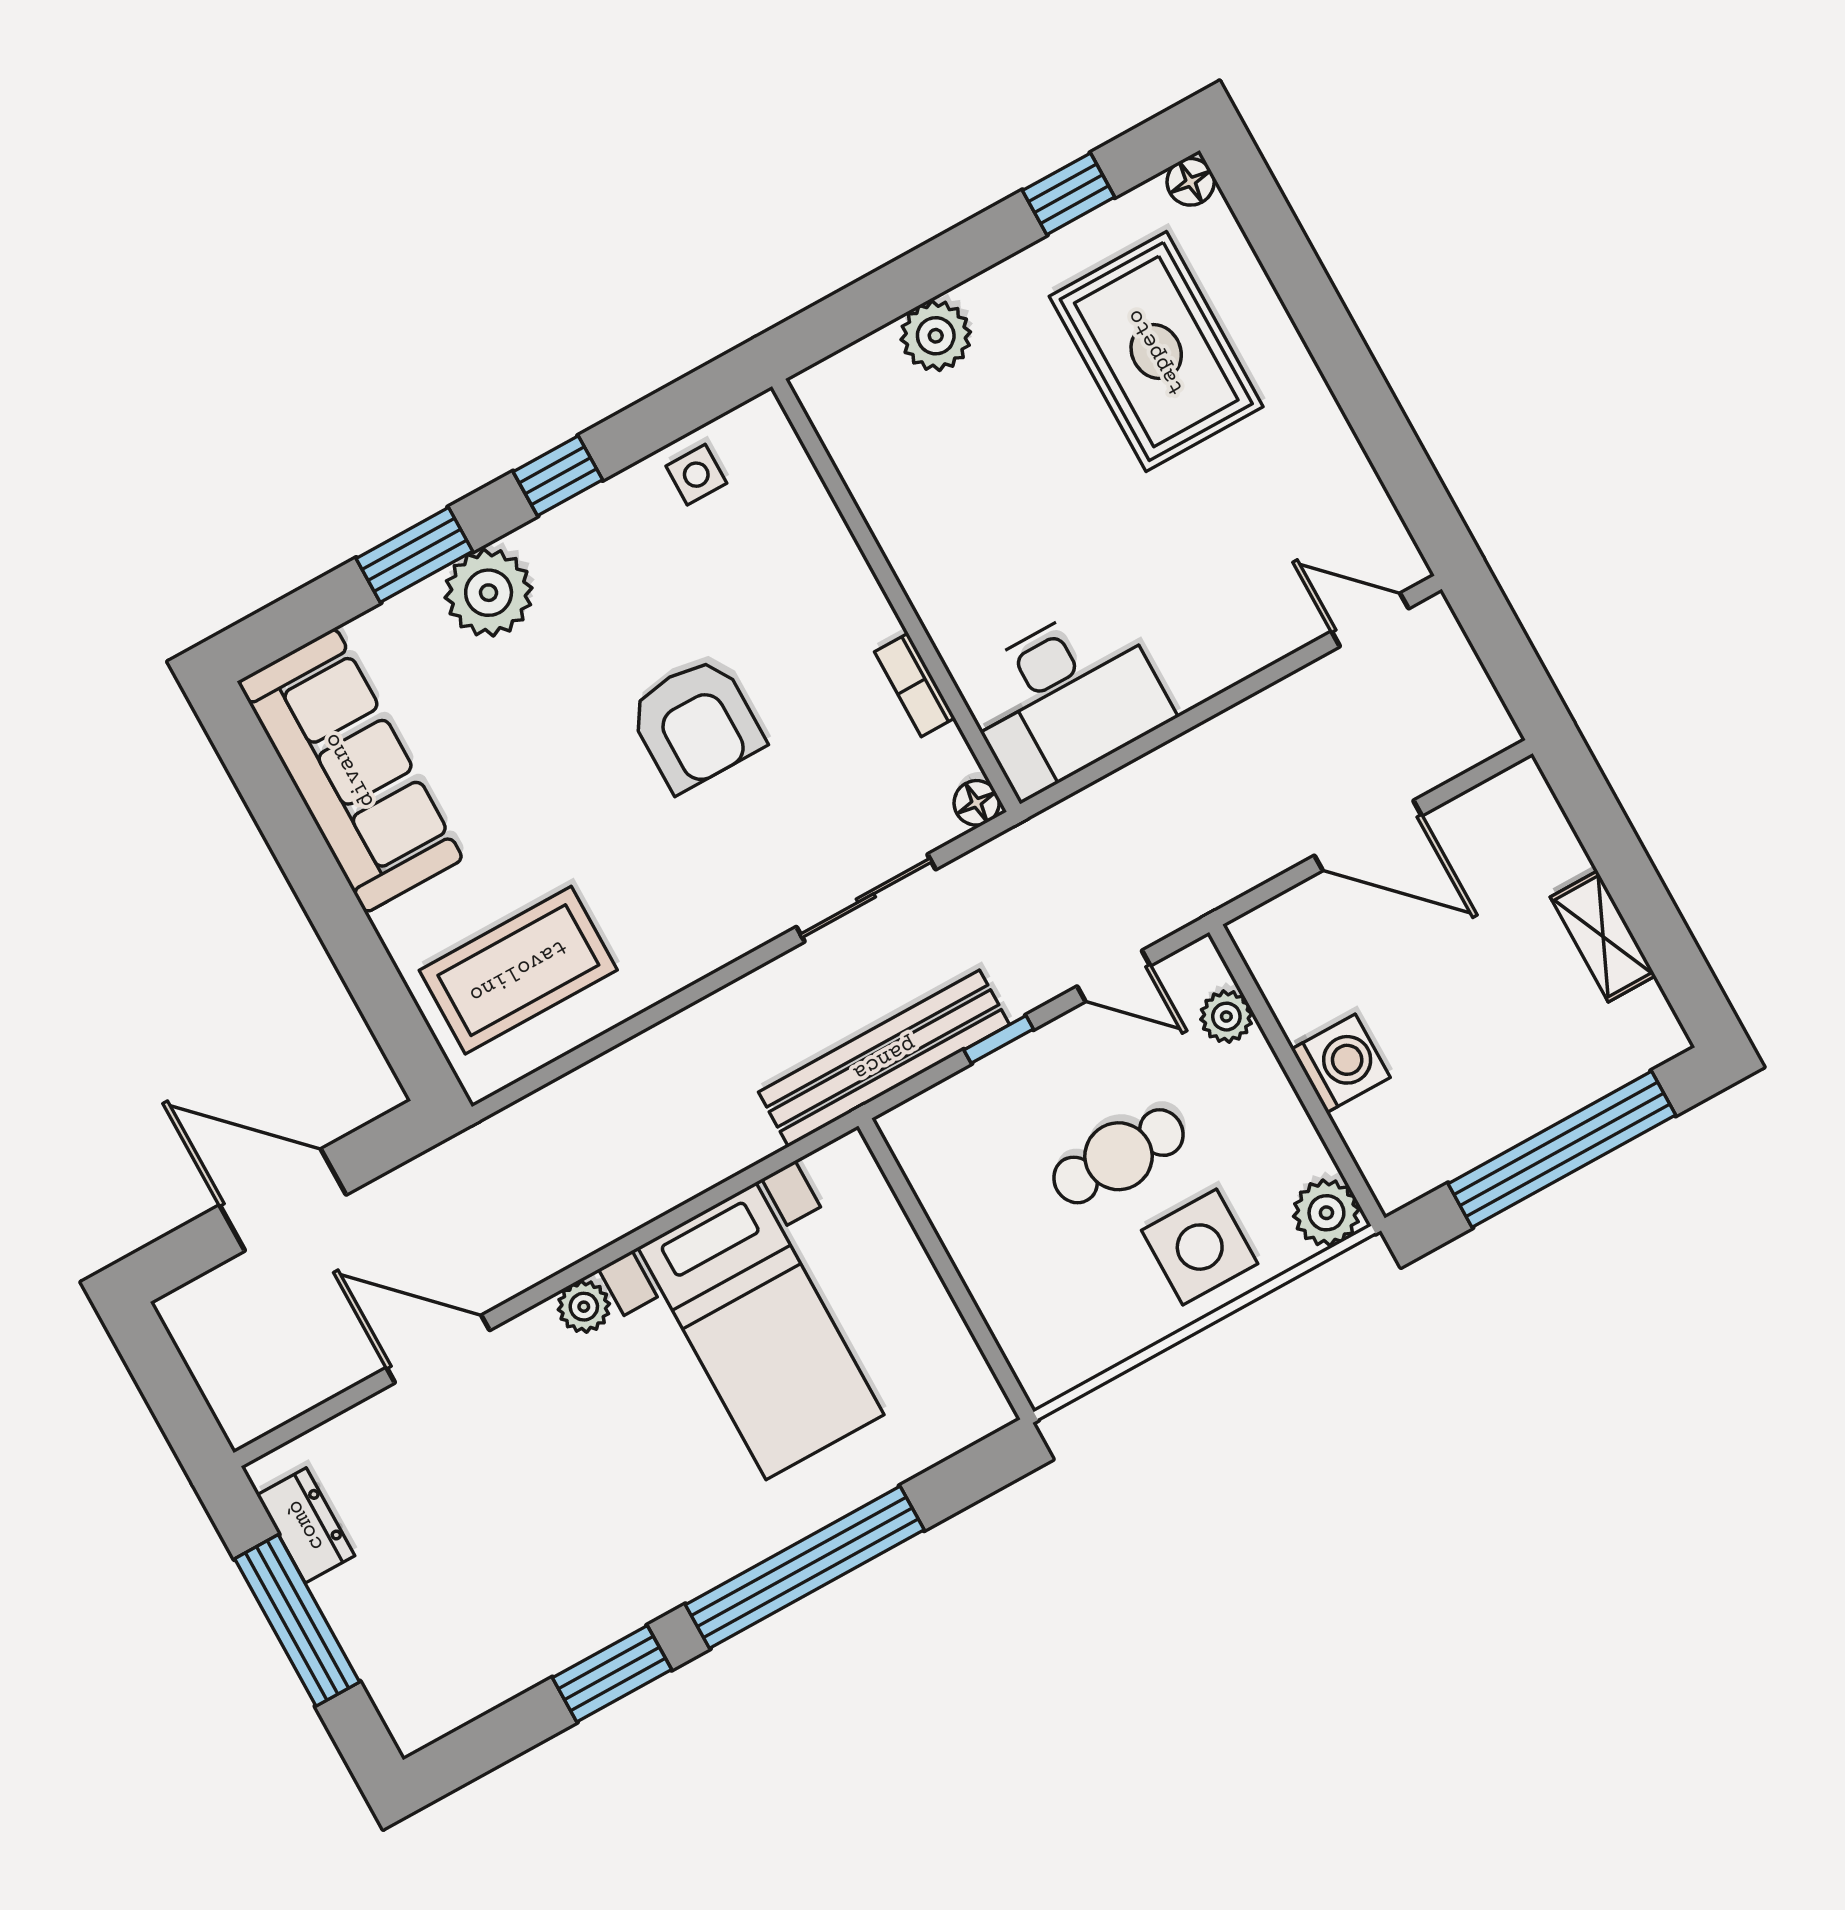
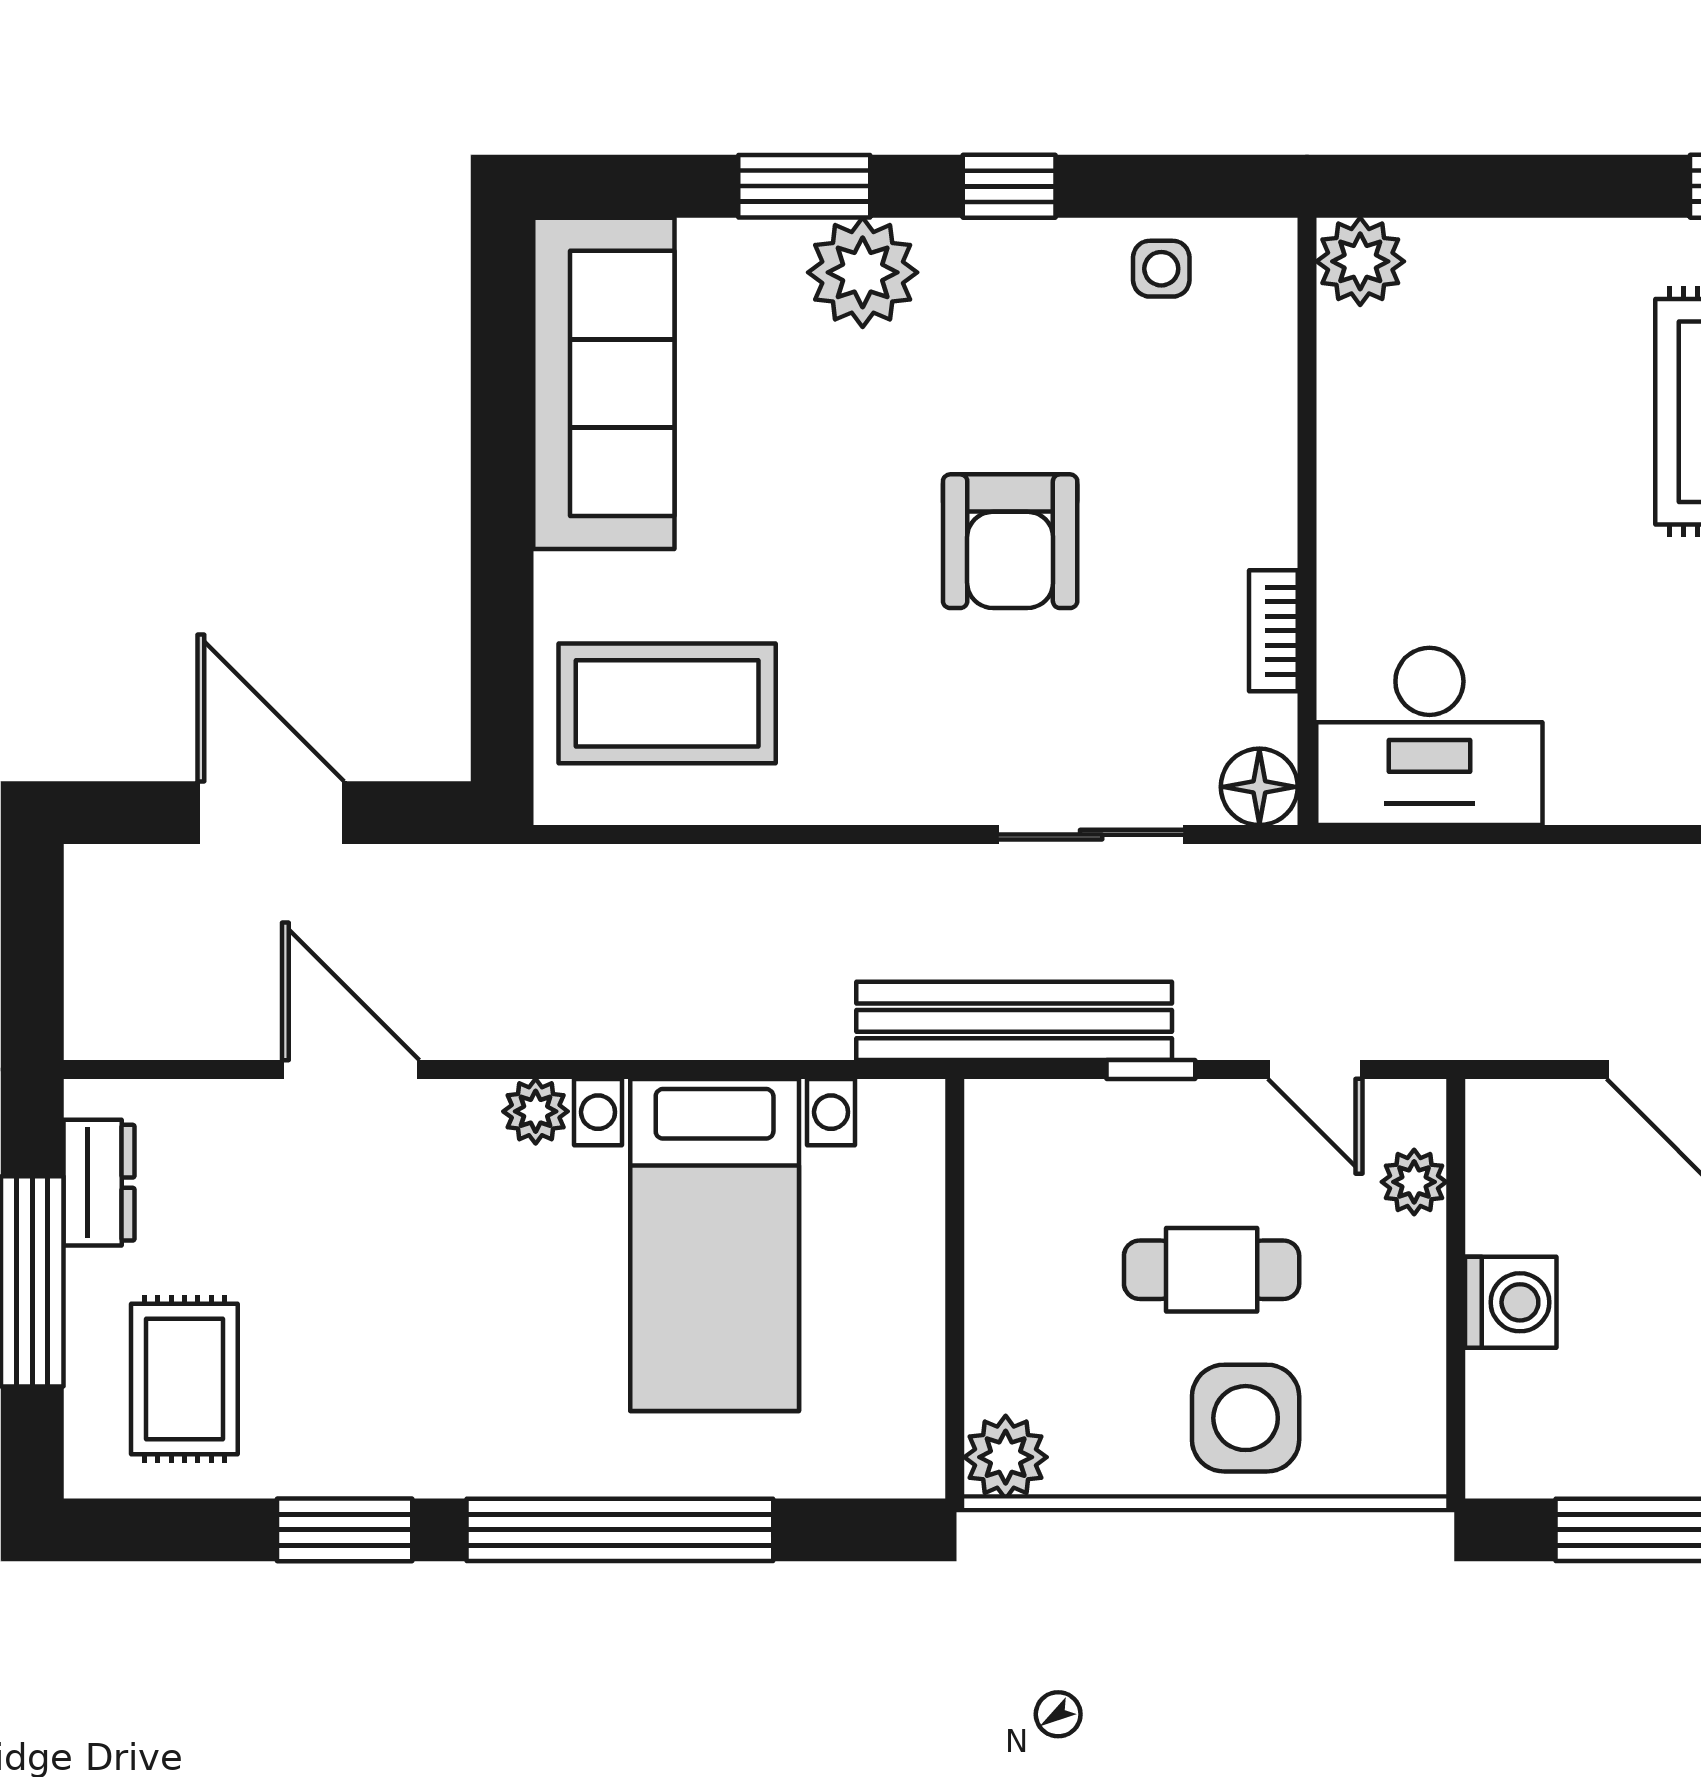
plant: (936, 336) -> (1360, 261), moved
floor lamp: (977, 803) -> (1259, 787), width x1.37, depth x1.37
plant: (1326, 1213) -> (1006, 1457), moved
rug: (441, 1630) -> (184, 1379), added

